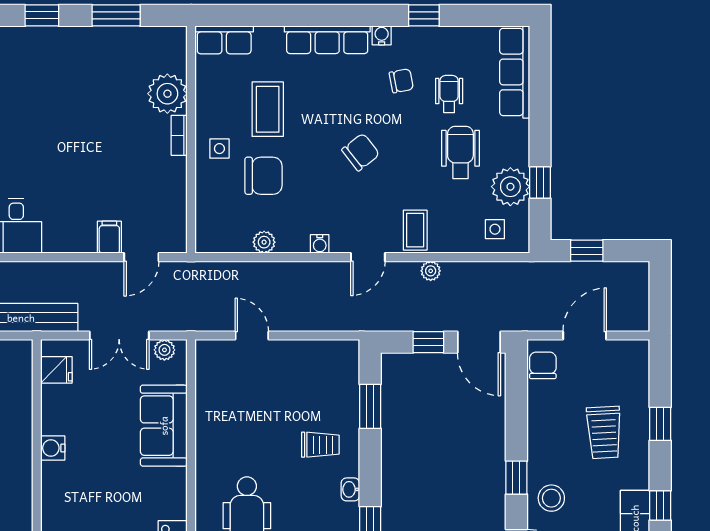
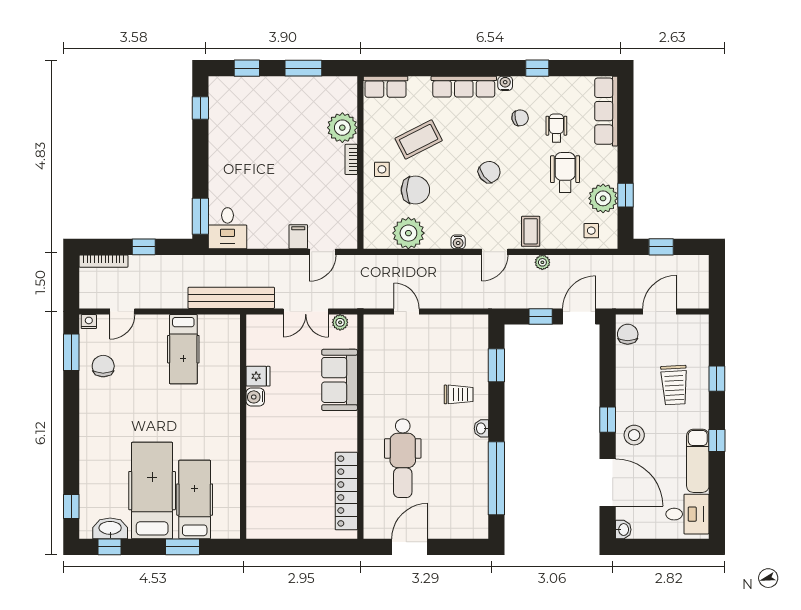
coffee table: (268, 109) -> (419, 139), turned 63
plant: (264, 242) -> (408, 233), width x1.87, depth x1.87
door: (479, 342) -> (579, 316), swing flipped
fridge: (56, 370) -> (258, 376), moved

